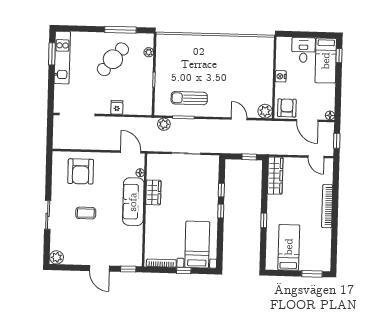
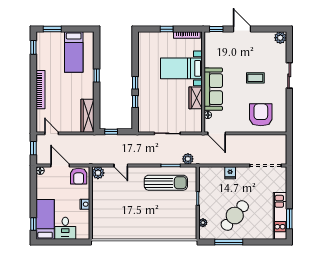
sun lounger: (189, 98) -> (166, 183), width x1.36, depth x1.34
bed with nightstands: (197, 245) -> (181, 68), moved, turned 90
window: (334, 254) -> (33, 47), added

